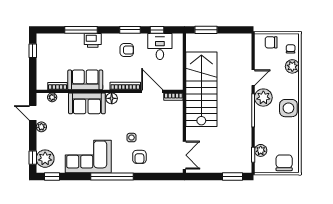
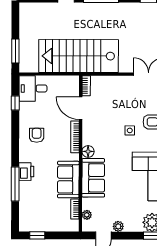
window: (130, 30) -> (15, 132), removed
desk: (160, 47) -> (33, 88), moved
door: (152, 91) -> (81, 108), hinge flipped

